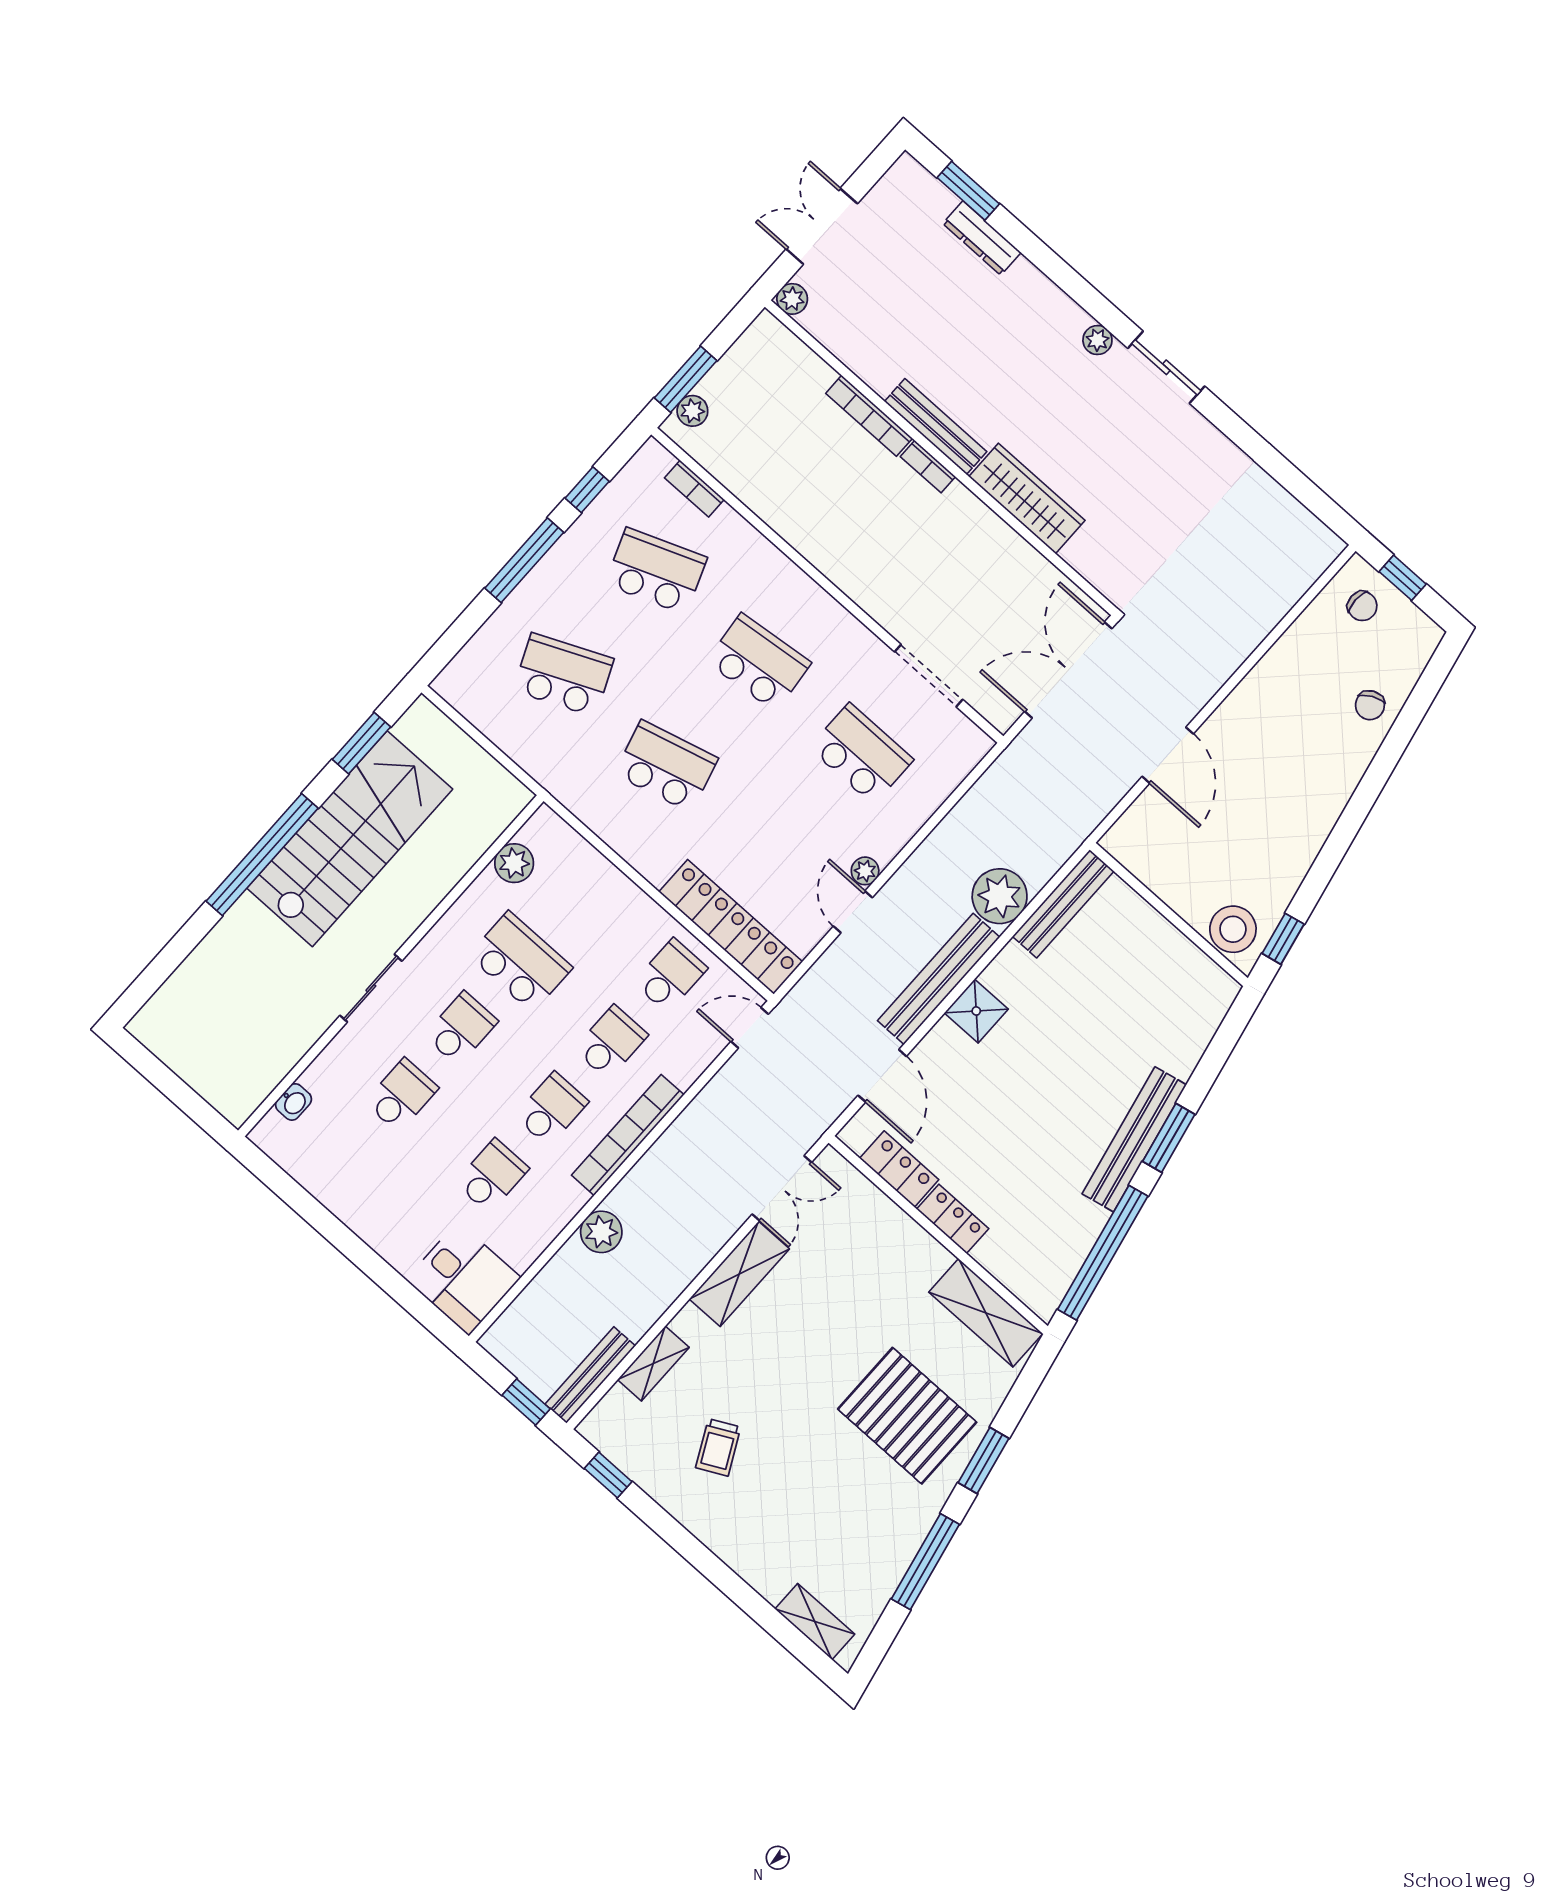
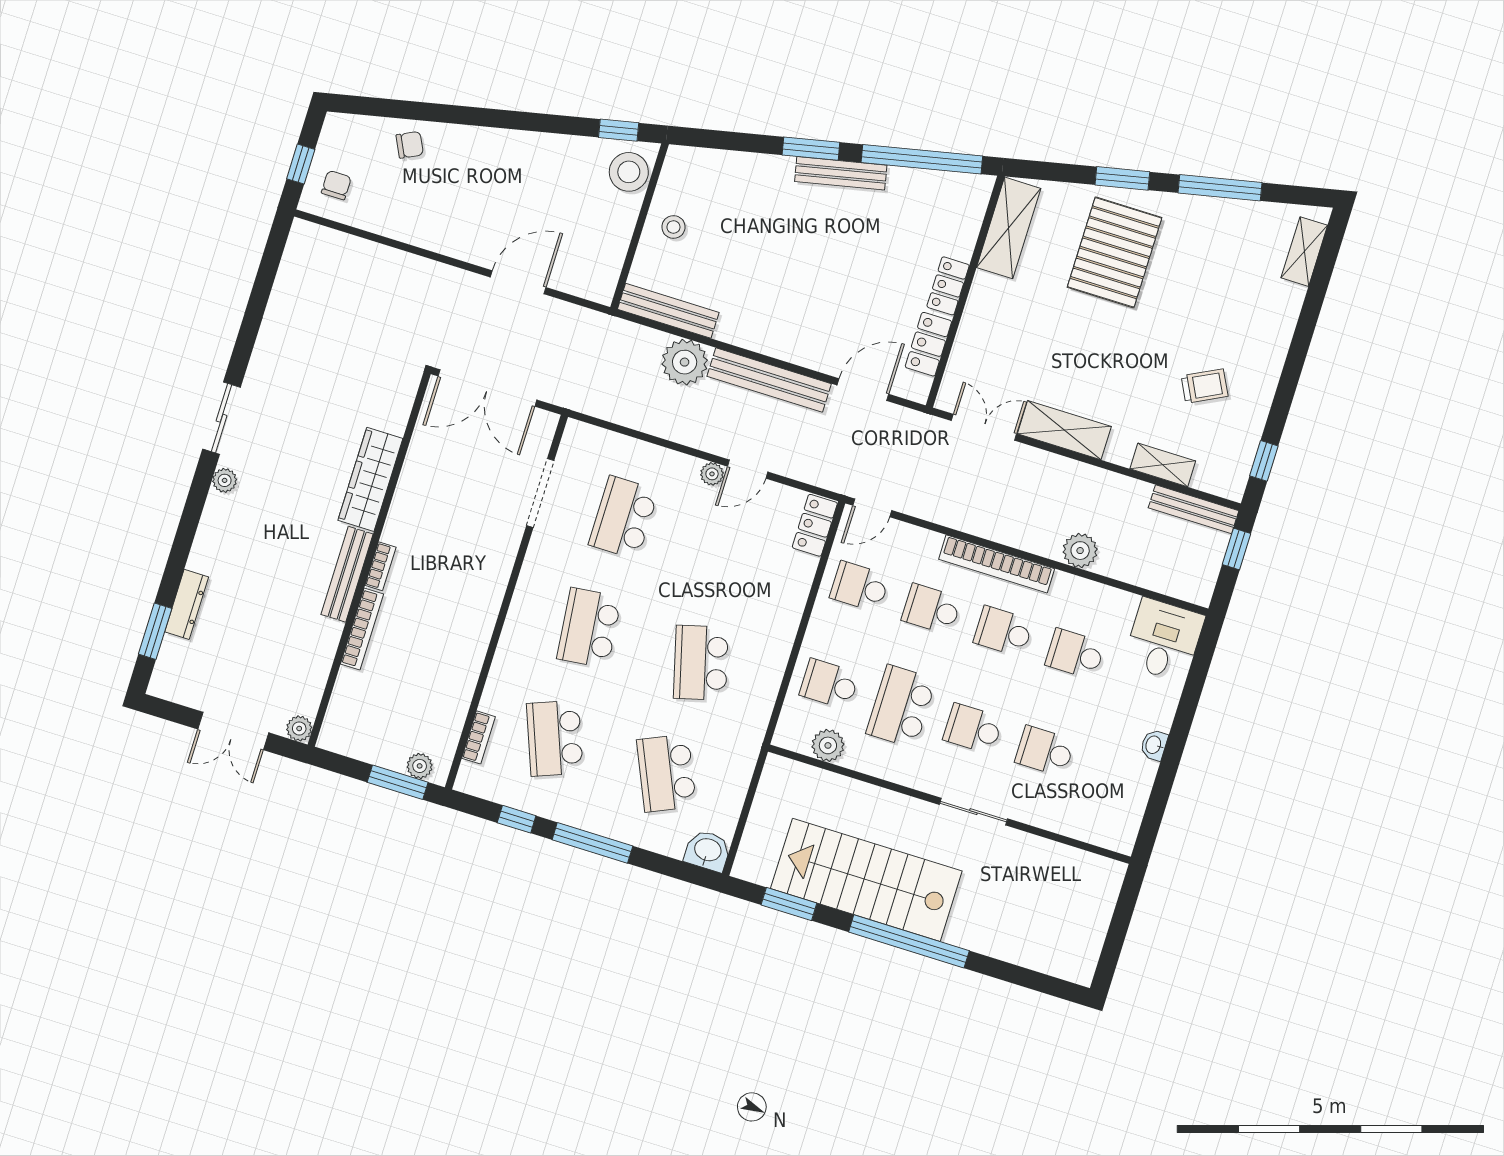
washbasin: (459, 681) -> (708, 851), added
school desk: (580, 895) -> (829, 684), added
locker: (731, 927) -> (815, 525), width x0.46, depth x0.83
stool: (1151, 951) -> (673, 227), added
shower: (976, 1011) -> (781, 340), removed
door: (750, 1028) -> (872, 508), hinge flipped
washbasin: (294, 1102) -> (1154, 745), moved, turned -90
bench: (1134, 1139) -> (841, 173), width x0.73, depth x0.82

